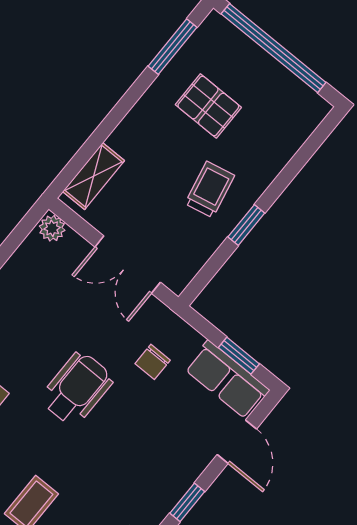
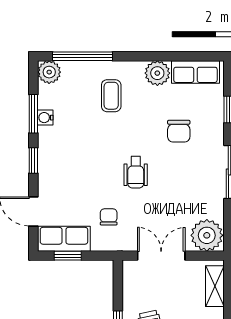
plant: (52, 228) -> (207, 235), width x1.87, depth x1.87
wheelchair: (77, 389) -> (136, 172), width x0.73, depth x0.73

